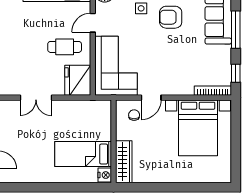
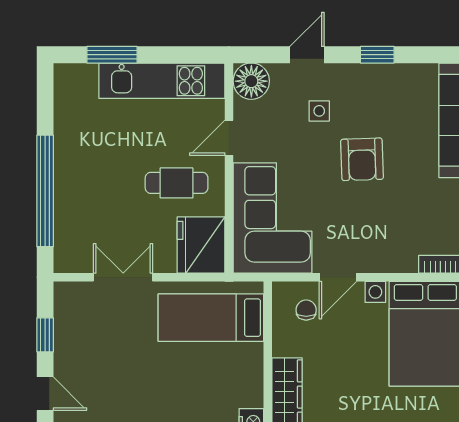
armchair: (171, 17) -> (362, 159), moved, turned -92
double door: (36, 98) -> (123, 277), swing flipped
bed: (83, 154) -> (211, 318), moved

